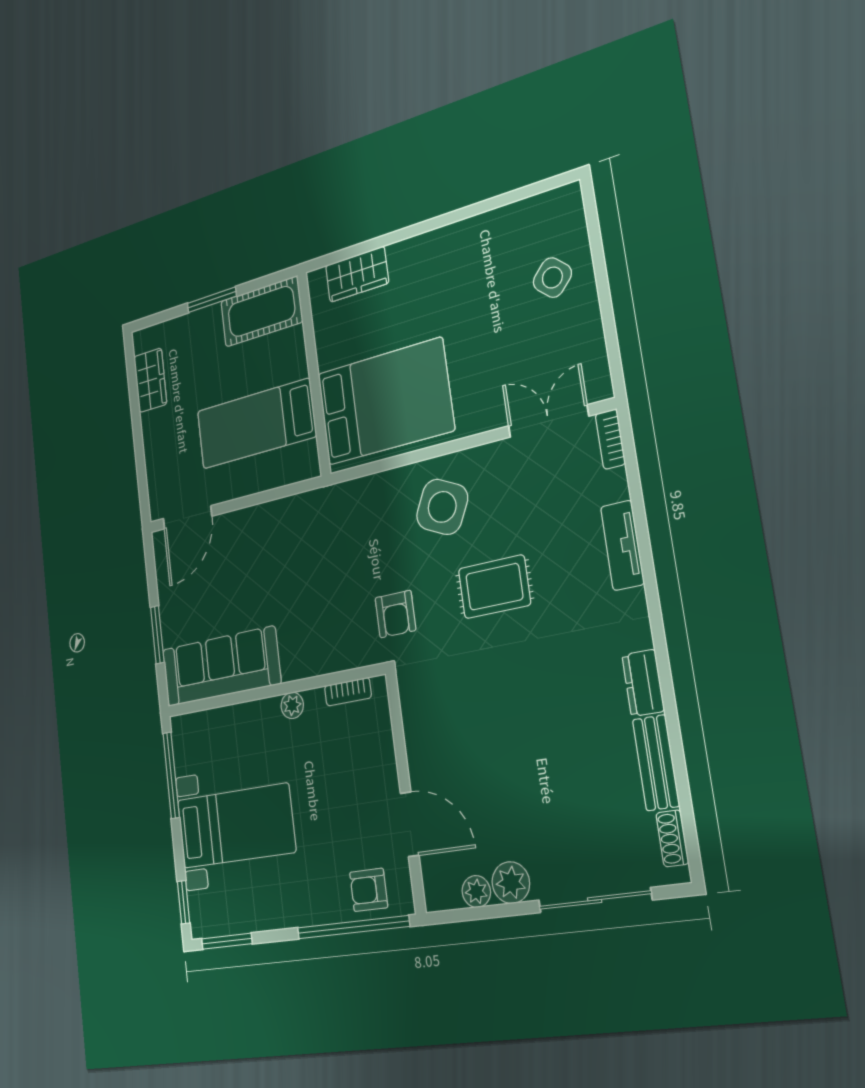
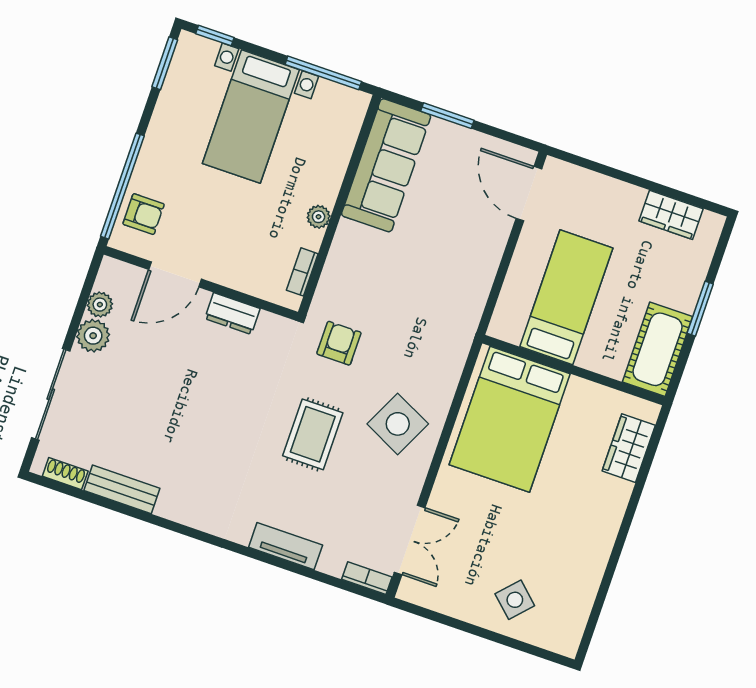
armchair: (395, 614) -> (339, 343), turned 90
dresser: (643, 683) -> (232, 314), moved, turned 180
armchair: (369, 890) -> (144, 214), turned 90

